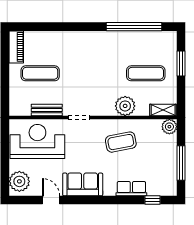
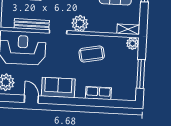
plant: (125, 106) -> (80, 23), moved
bench: (47, 110) -> (32, 24), width x1.36
window: (152, 200) -> (115, 104), removed

